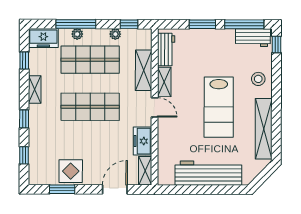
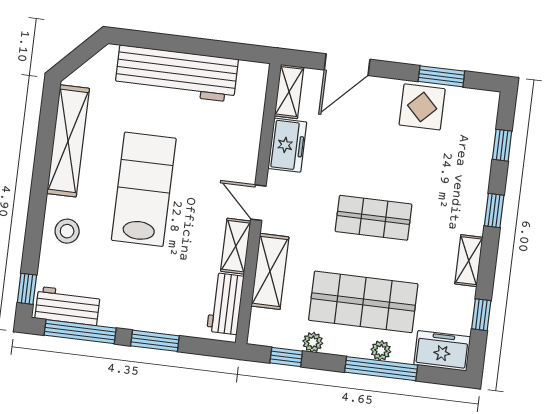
shop shelf: (90, 107) -> (374, 218), width x0.70, depth x0.74

